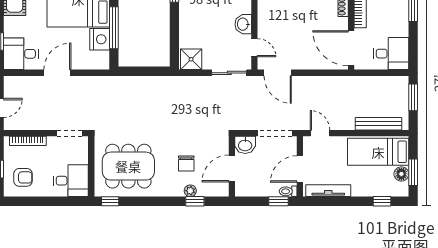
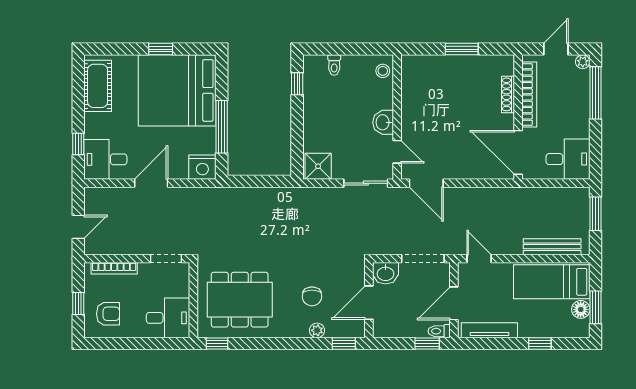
nightstand: (100, 39) -> (202, 167), moved, turned 90
window: (195, 201) -> (344, 344), moved
window: (382, 201) -> (540, 344), moved

